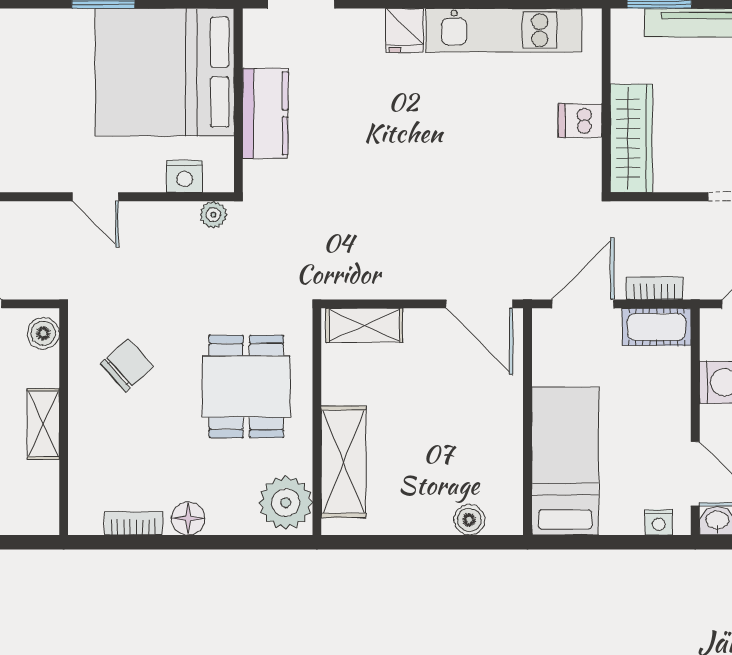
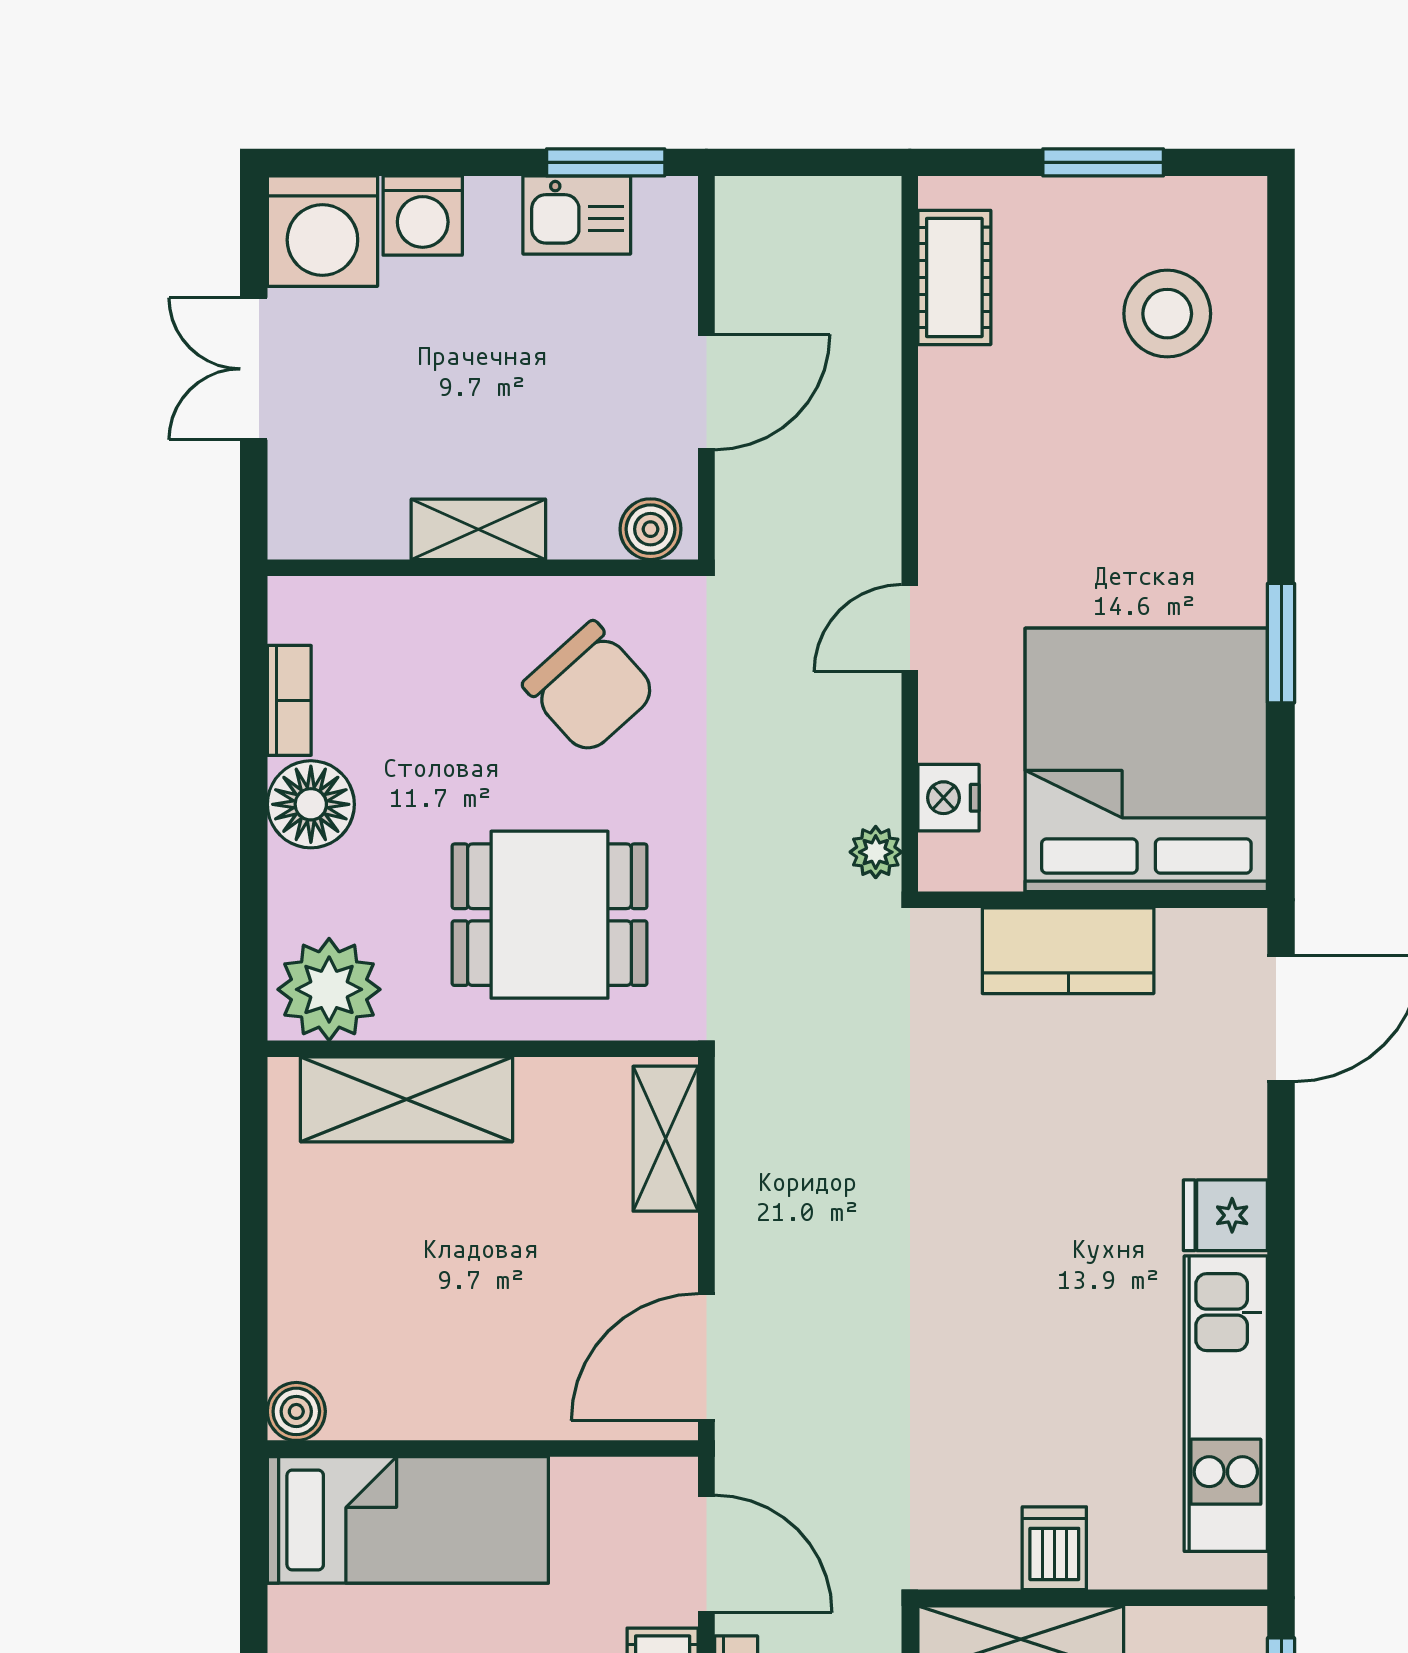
chair: (127, 365) -> (590, 688), width x1.37, depth x1.37
floor lamp: (188, 518) -> (311, 804), width x1.38, depth x1.38
boiler: (469, 520) -> (296, 1411), moved

